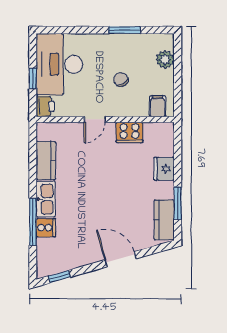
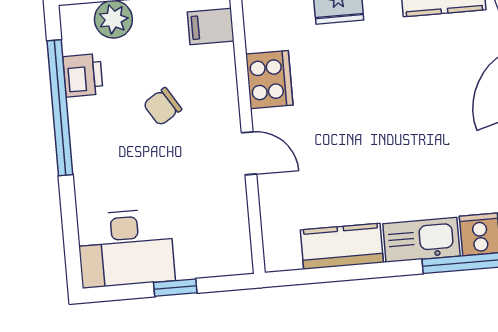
window: (125, 30) -> (60, 108), width x2.11
desk: (59, 64) -> (126, 248), width x0.73, depth x0.77
printer: (45, 106) -> (83, 75), moved, turned 90

